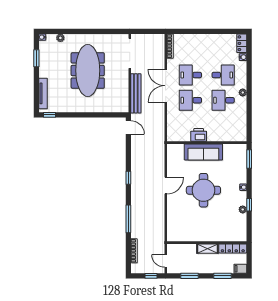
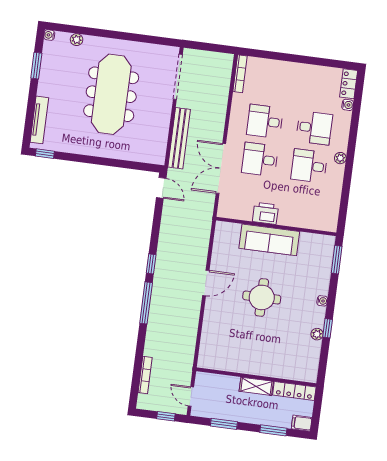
double door: (166, 86) -> (221, 168), moved
round table: (203, 190) -> (262, 297), width x0.73, depth x0.73
window: (128, 219) -> (146, 303), moved

